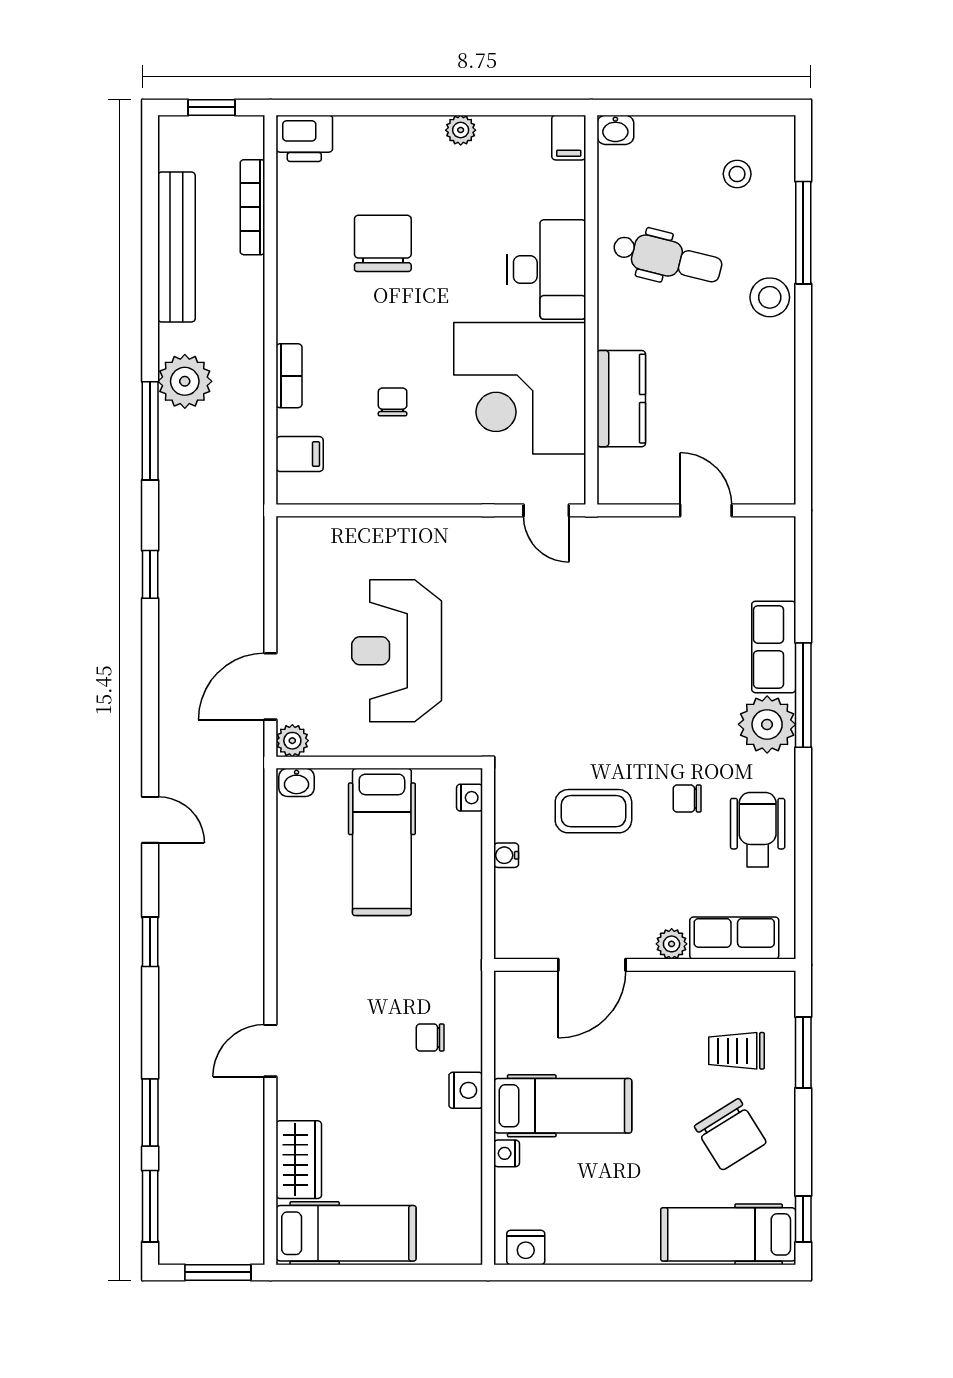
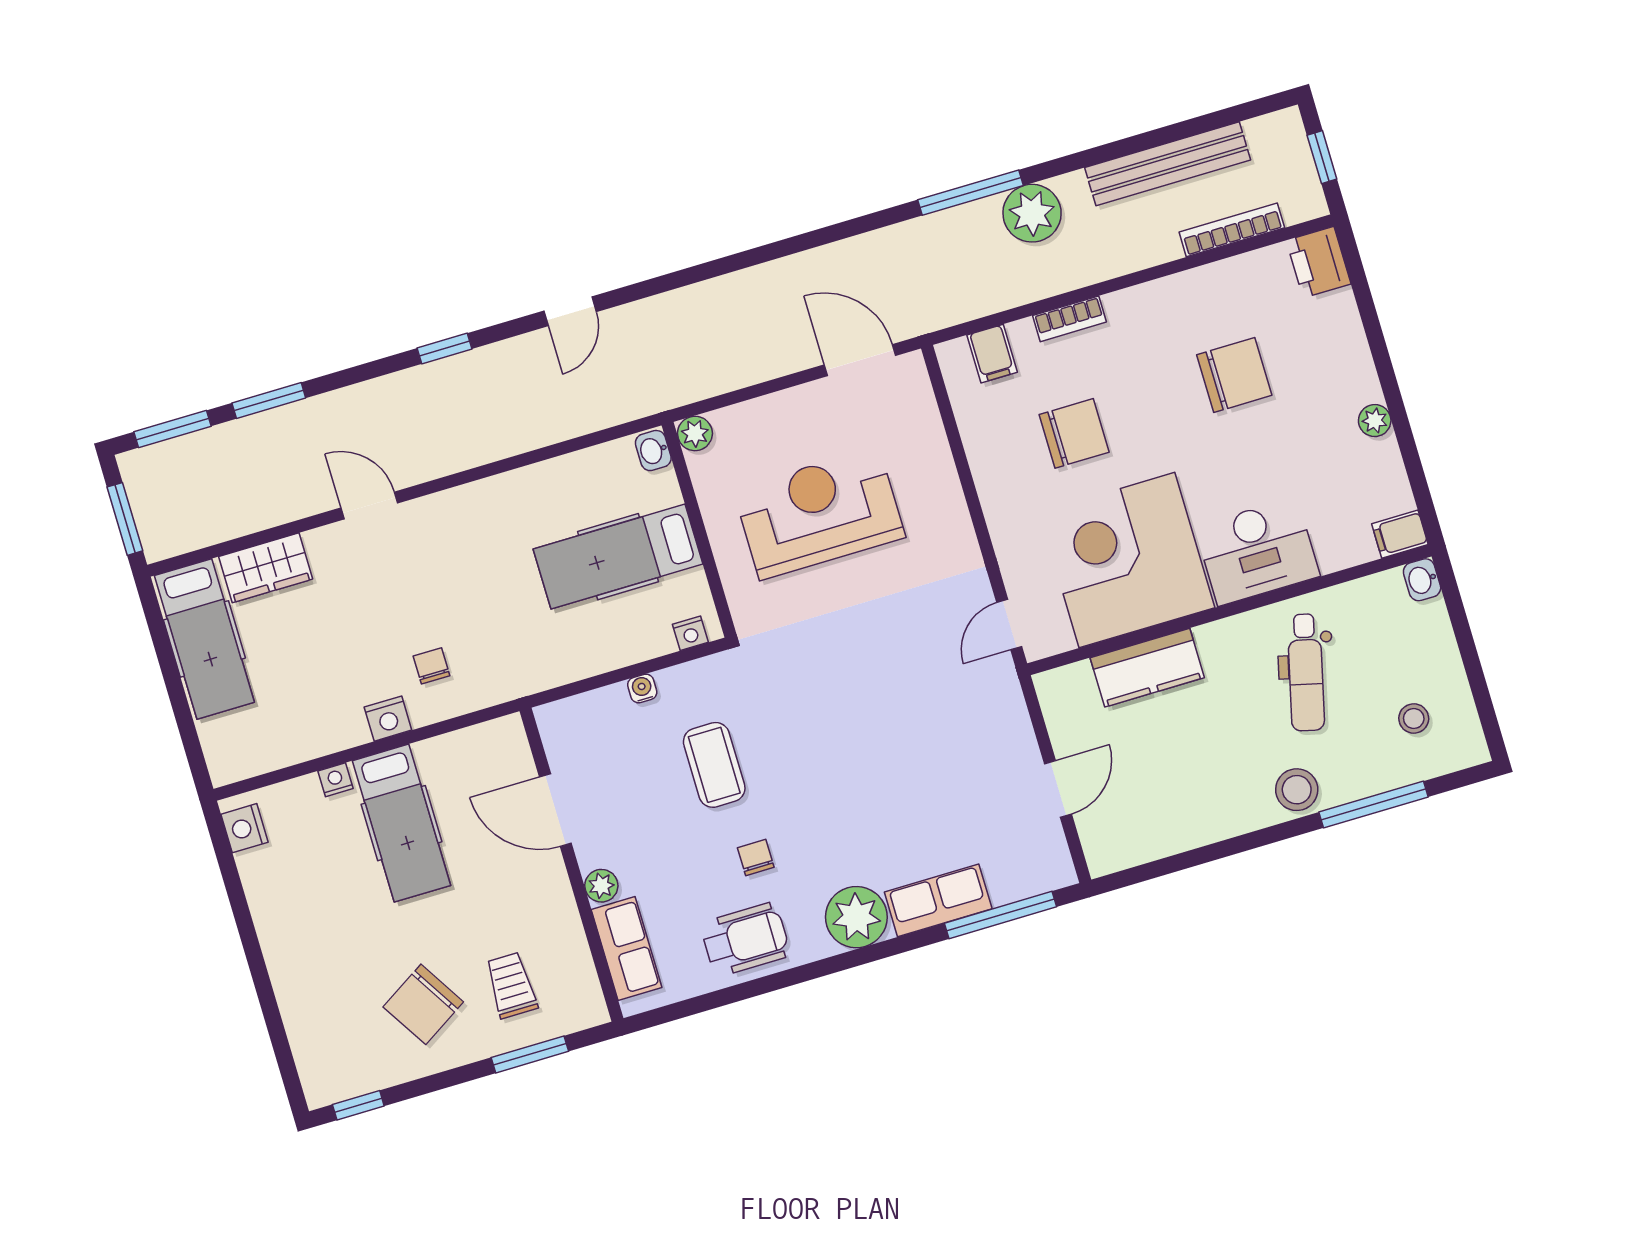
chair: (393, 402) -> (1074, 433), width x1.87, depth x1.87
window: (150, 574) -> (823, 236), removed
door: (270, 686) -> (860, 360), moved
window: (803, 695) -> (1001, 915), moved
hospital bed: (728, 1234) -> (320, 1033), removed

